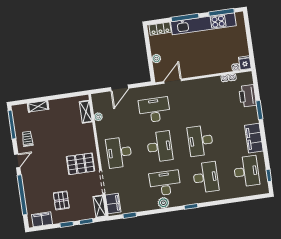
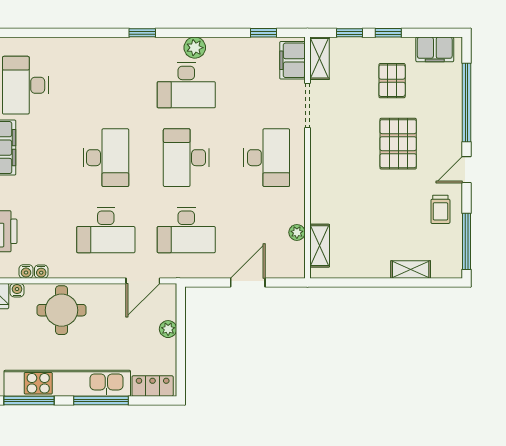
round table: (212, 60) -> (62, 310), added
pallet: (80, 164) -> (398, 144), moved, turned 90
desk: (206, 177) -> (106, 230), moved, turned -90

